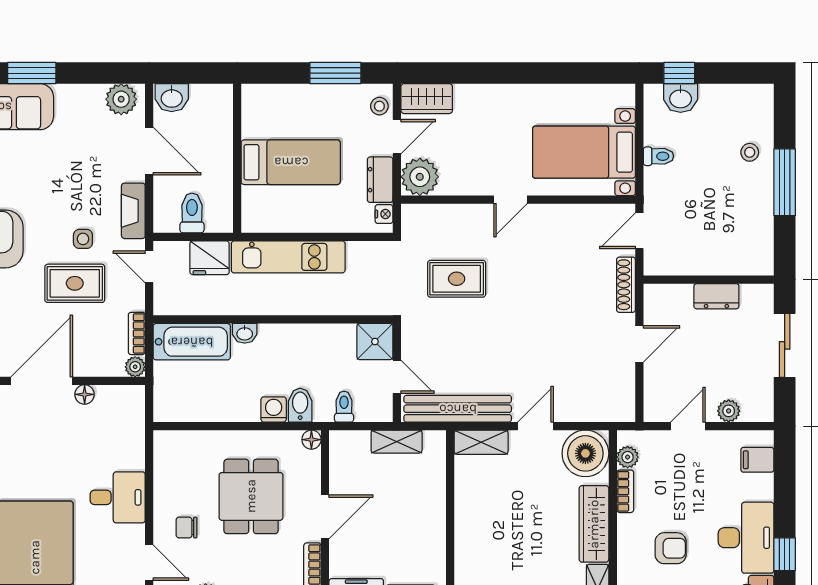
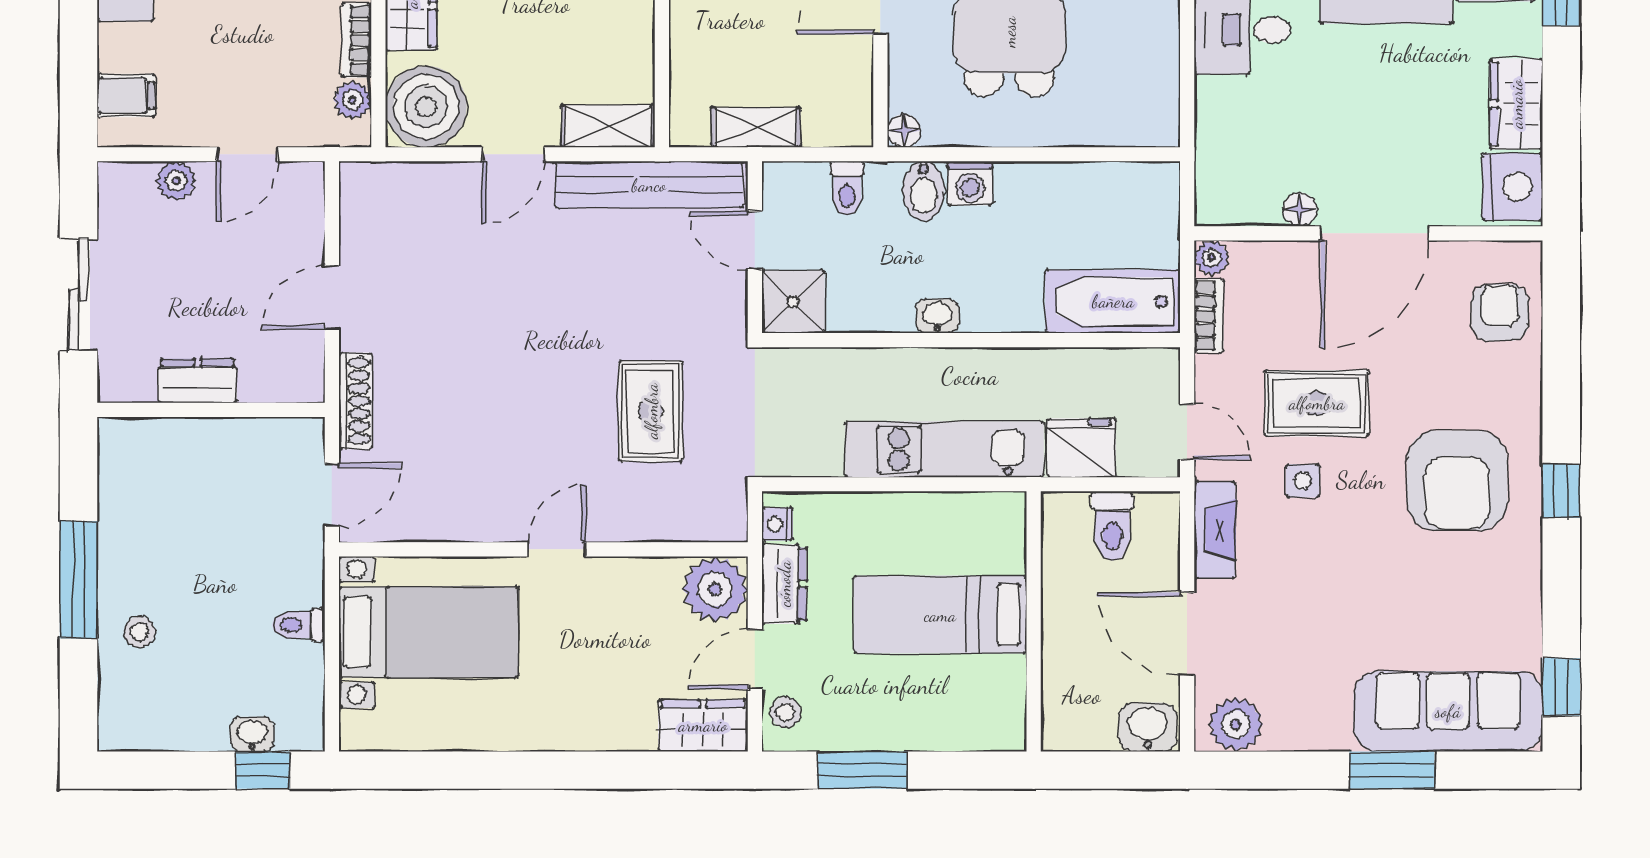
washbasin: (681, 98) -> (252, 734), width x0.72, depth x0.69
rug: (457, 279) -> (651, 411), turned 90
washbasin: (245, 333) -> (937, 316), moved

